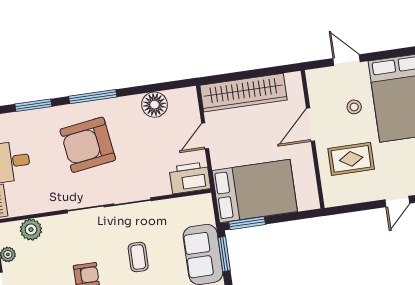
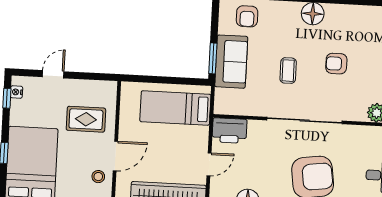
stool: (354, 107) -> (98, 177), moved
bed: (255, 191) -> (175, 108), width x0.67
window: (247, 223) -> (187, 81), removed

